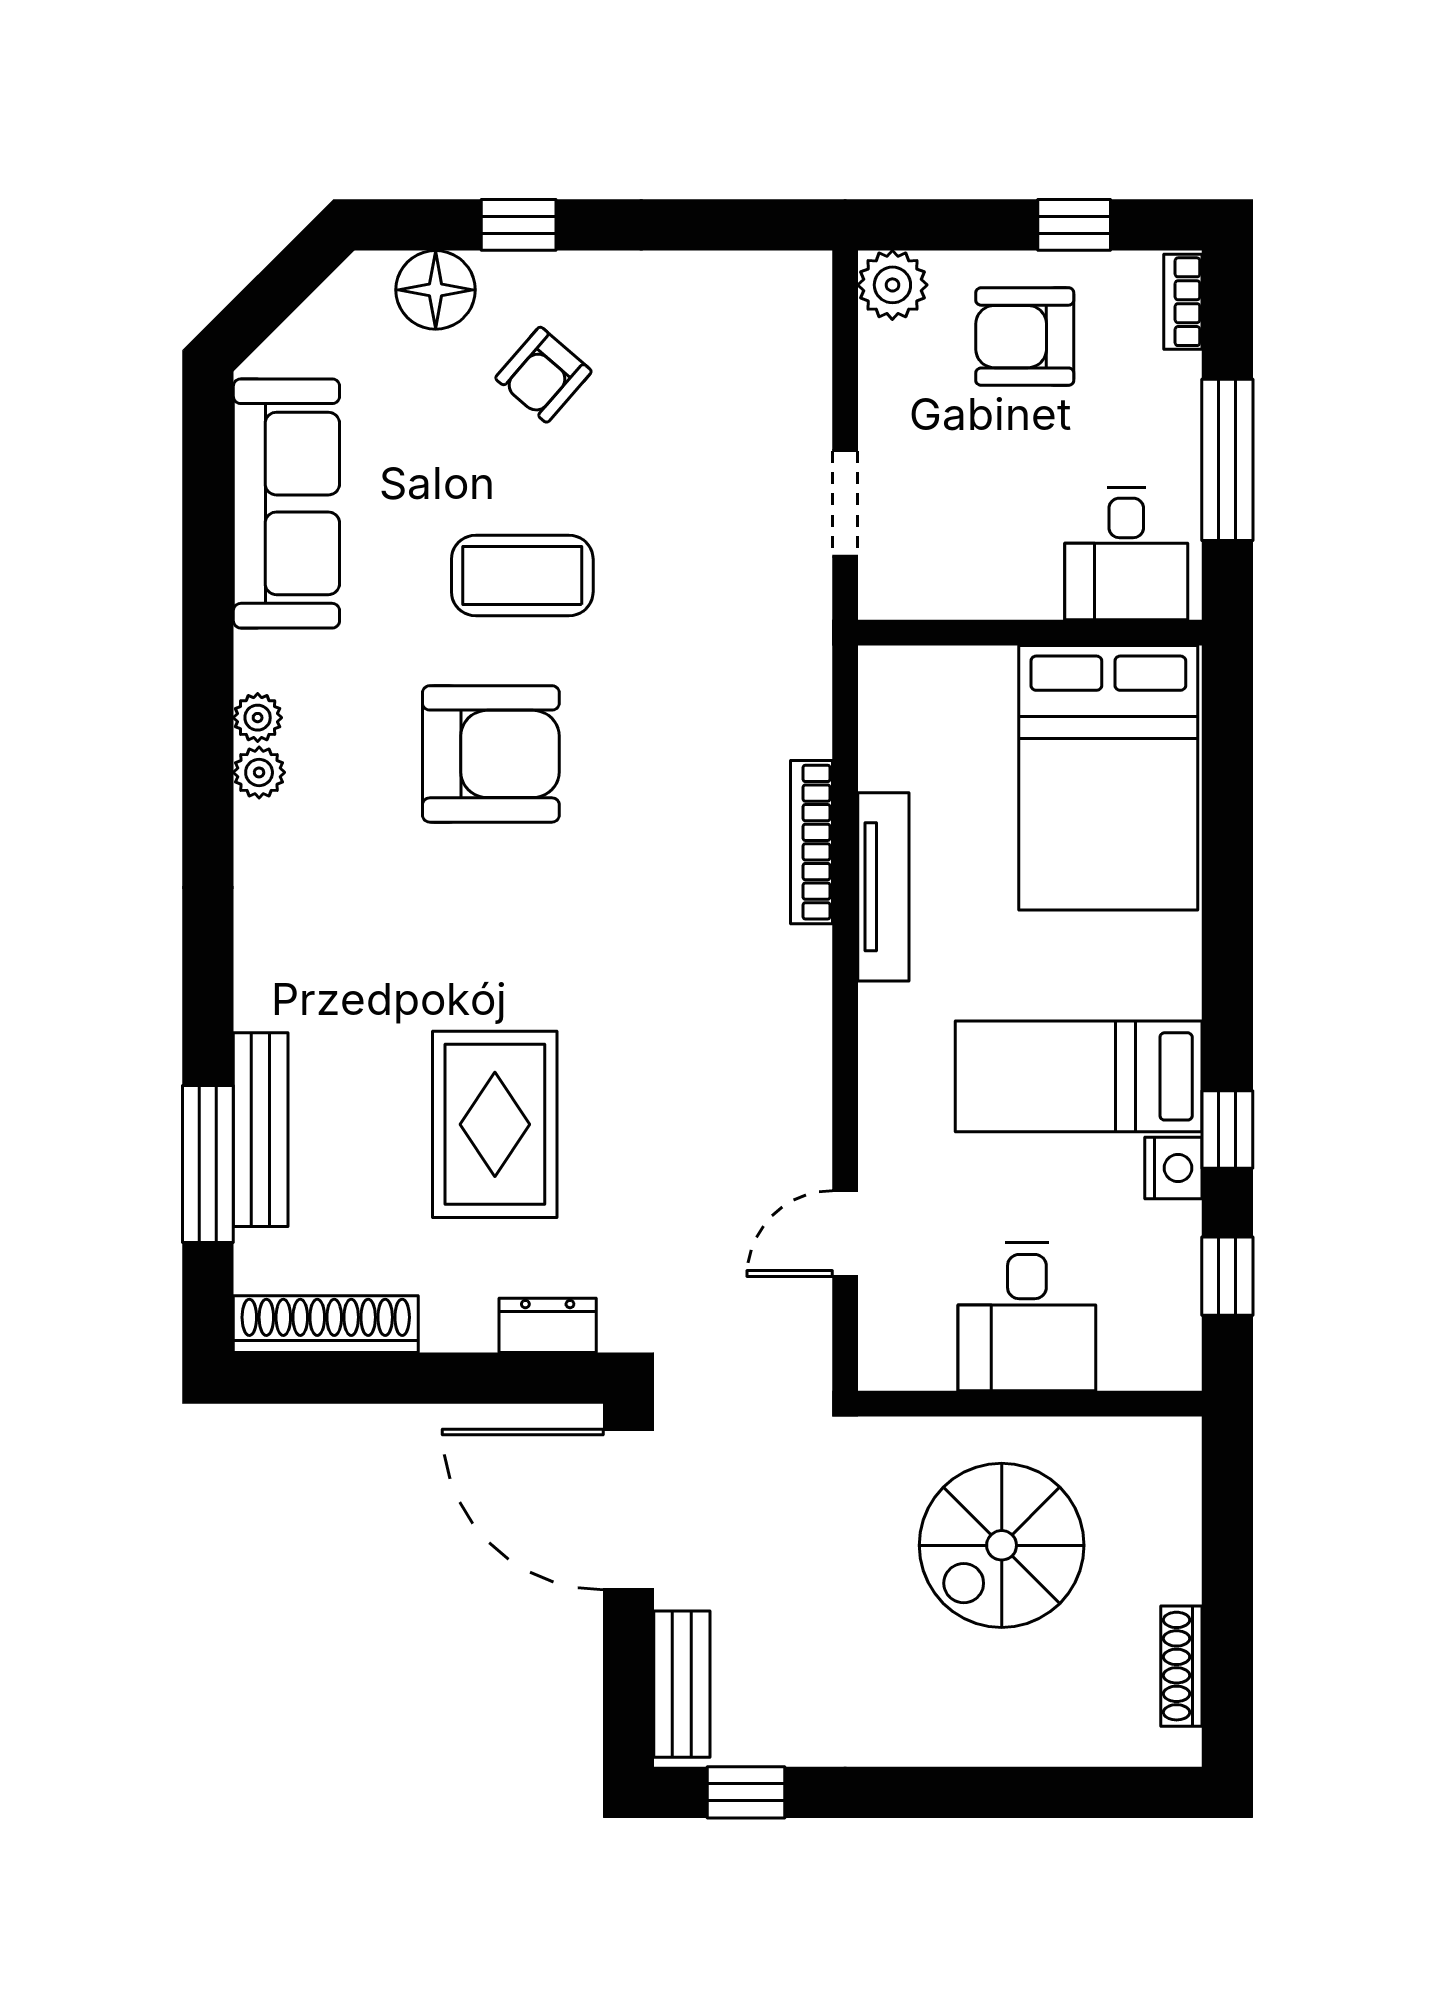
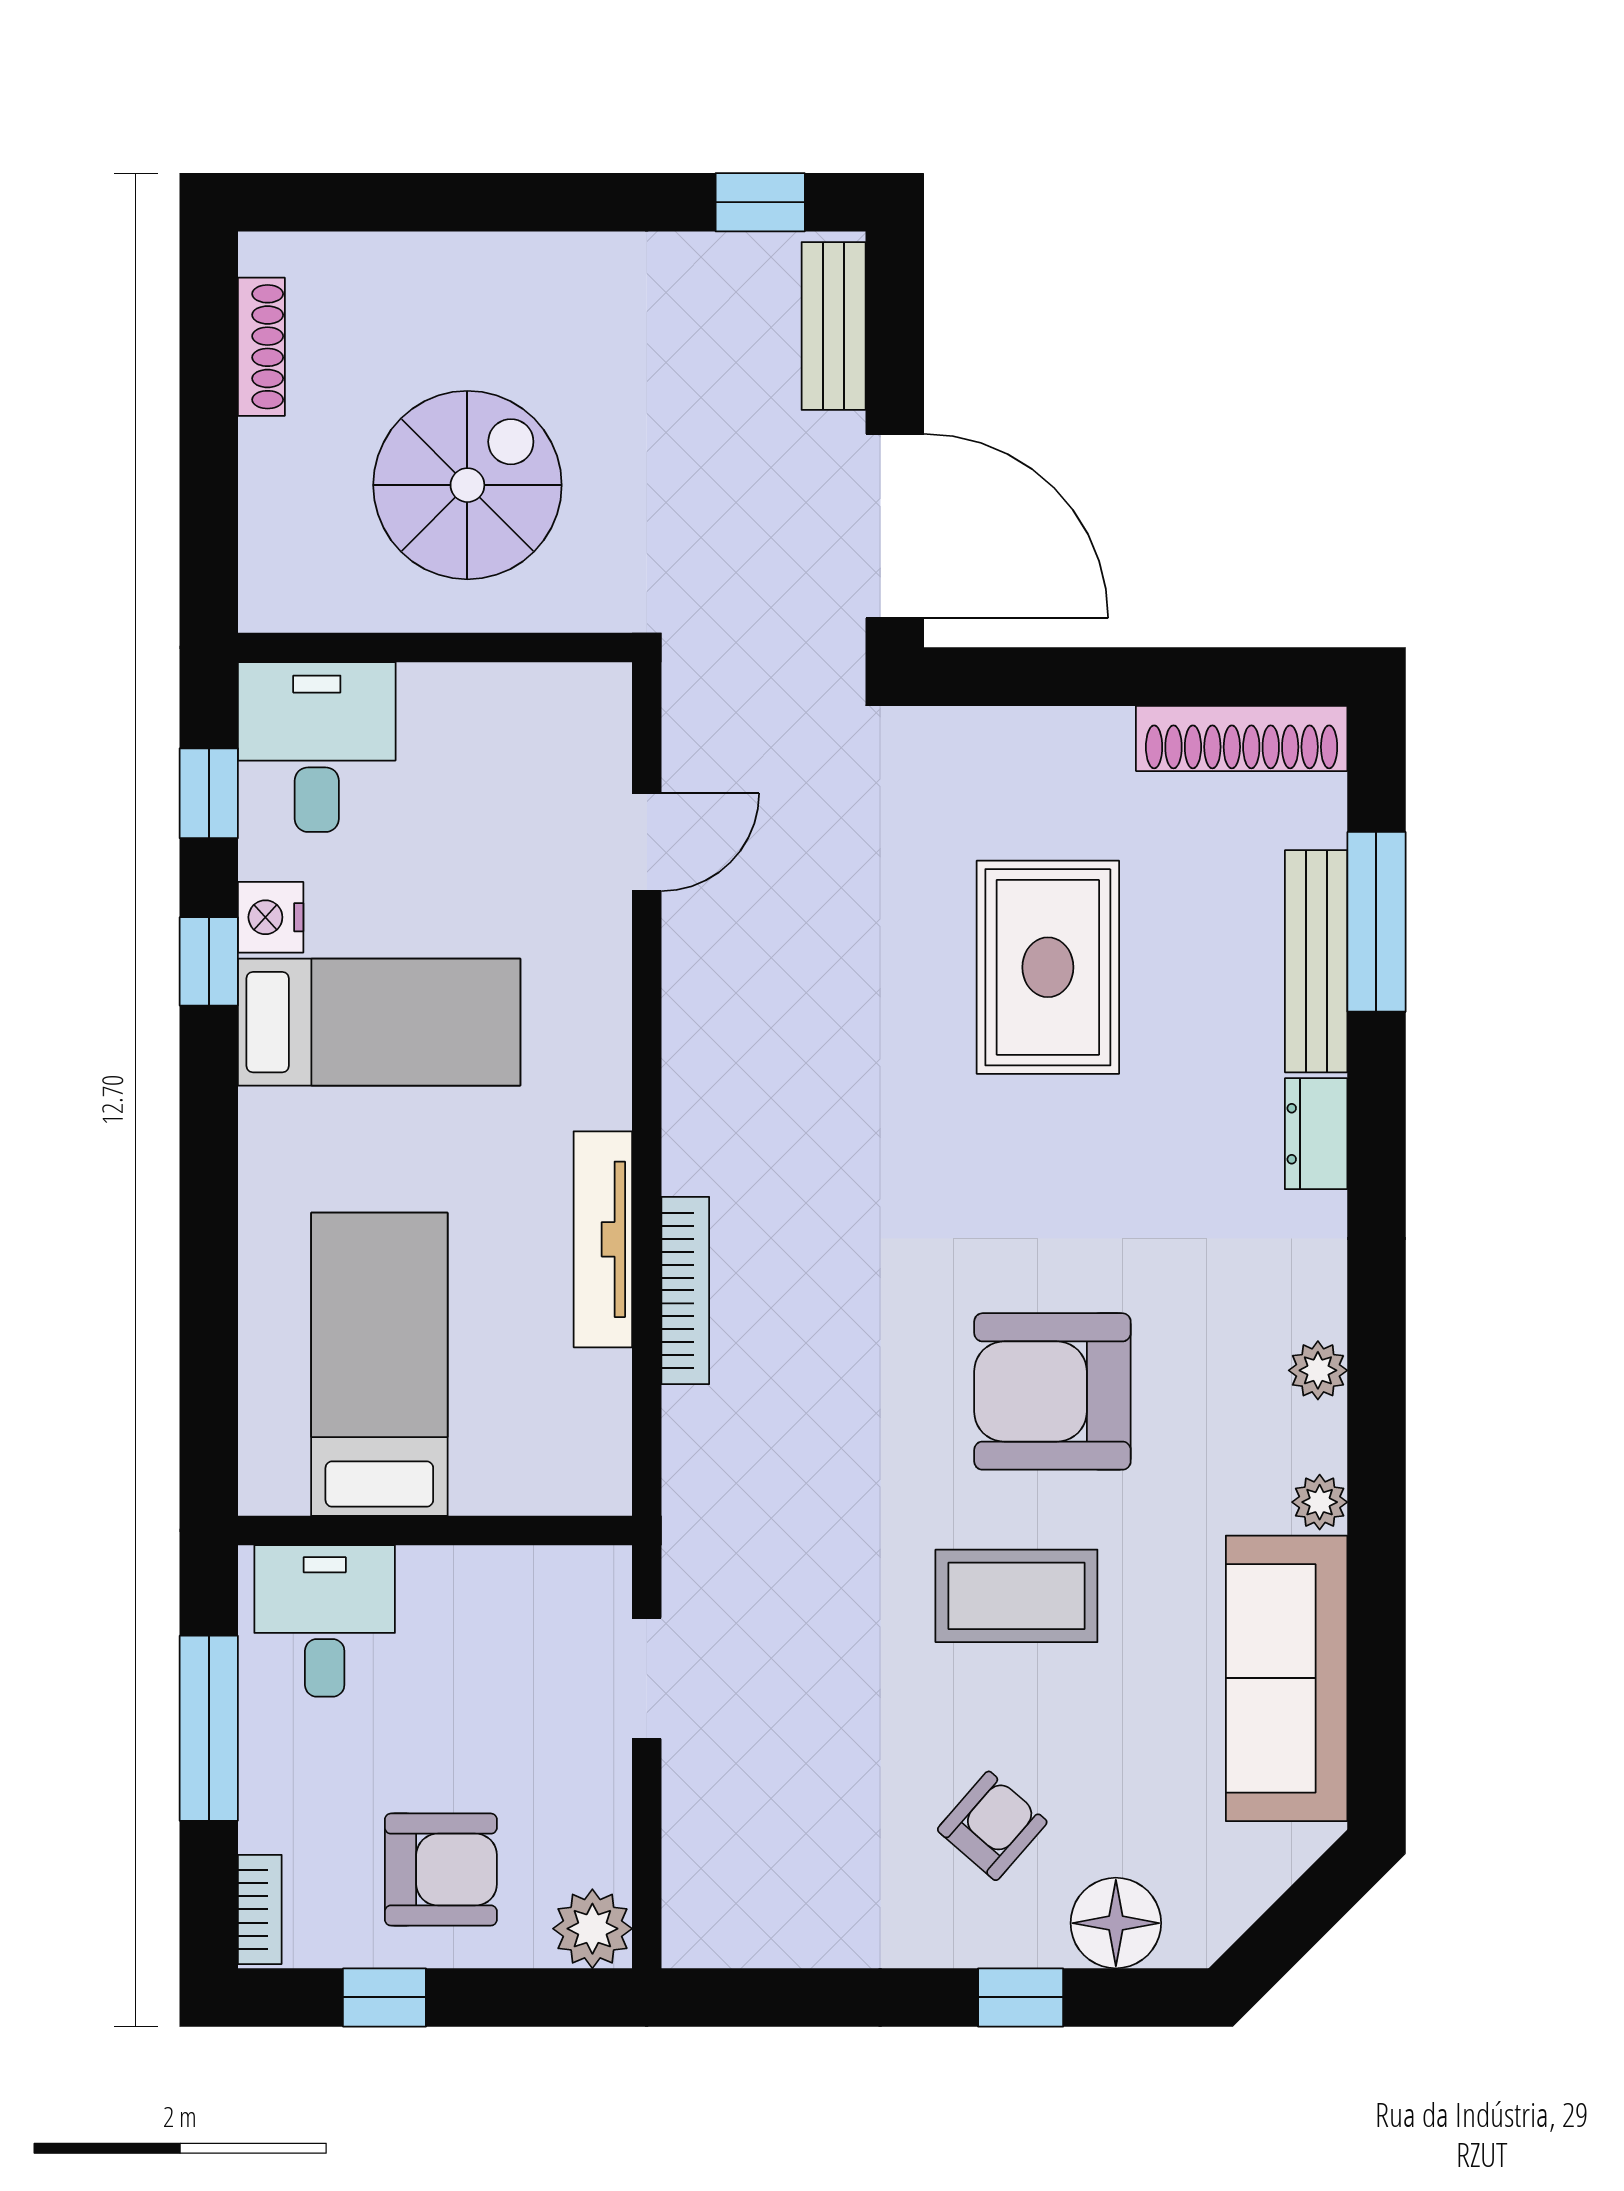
plant: (258, 718) -> (1320, 1502), moved
bed: (1108, 778) -> (379, 1364), width x0.67
desk: (1027, 1317) -> (317, 747), moved
dresser: (548, 1325) -> (1316, 1134), moved, turned 90

